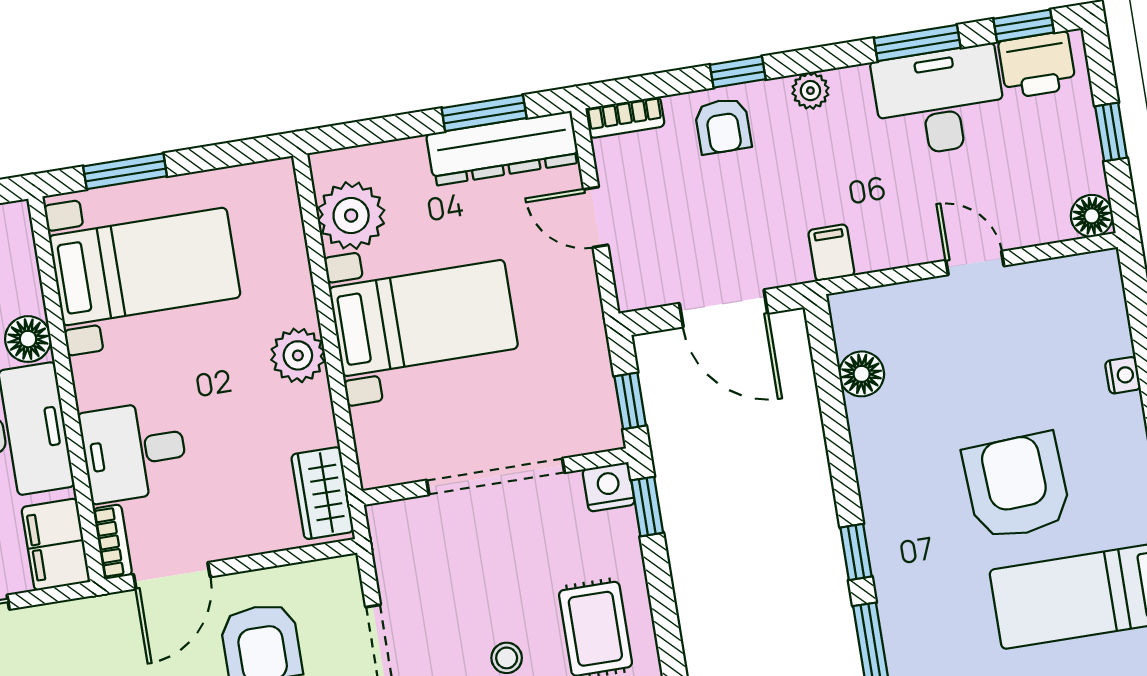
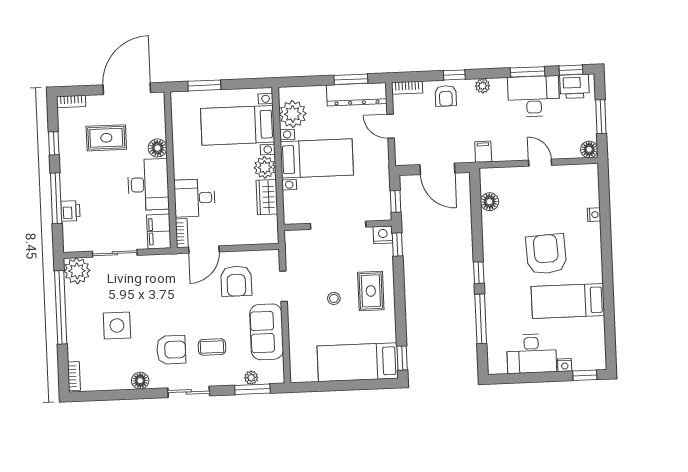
window: (1111, 132) -> (601, 117), width x1.50
bed with nightstands: (145, 267) -> (238, 125), moved, turned 180
wardrobe: (322, 493) -> (267, 197), moved

